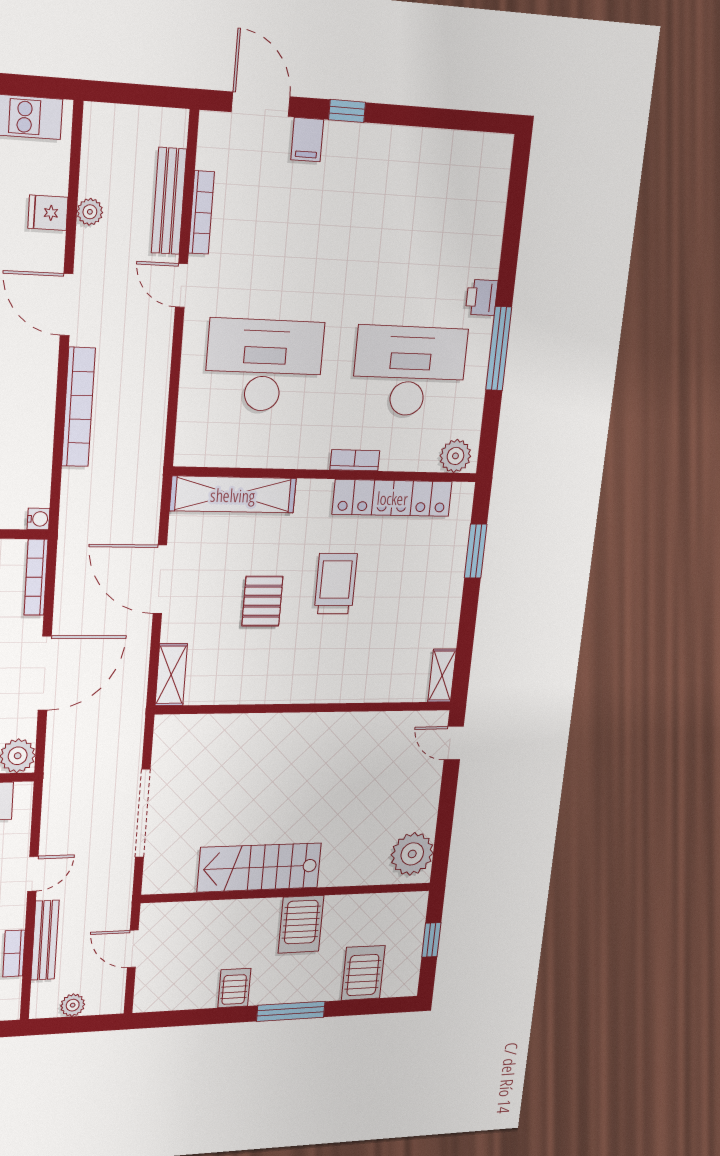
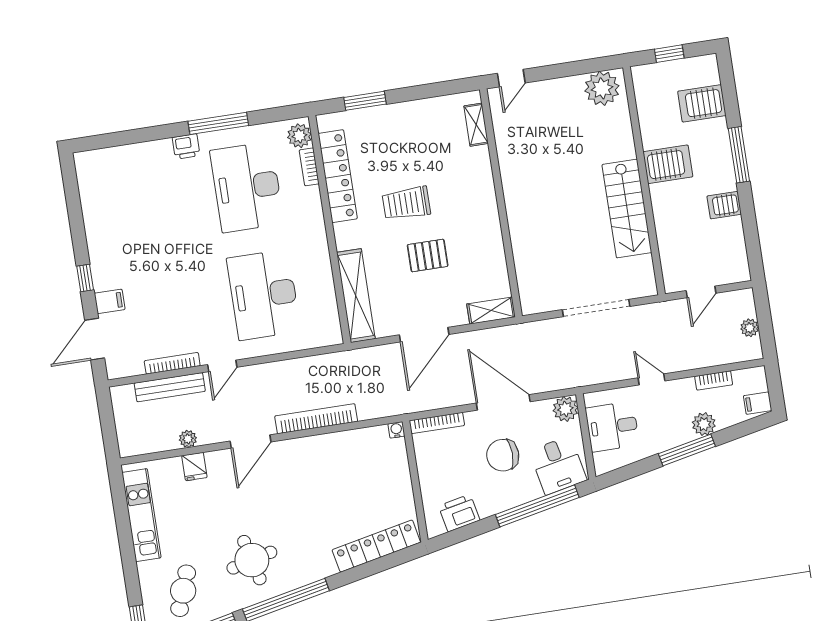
bookcase: (355, 460) -> (309, 167), moved
shelving: (442, 676) -> (476, 125), moved, turned 90
bench: (45, 940) -> (701, 360), removed

